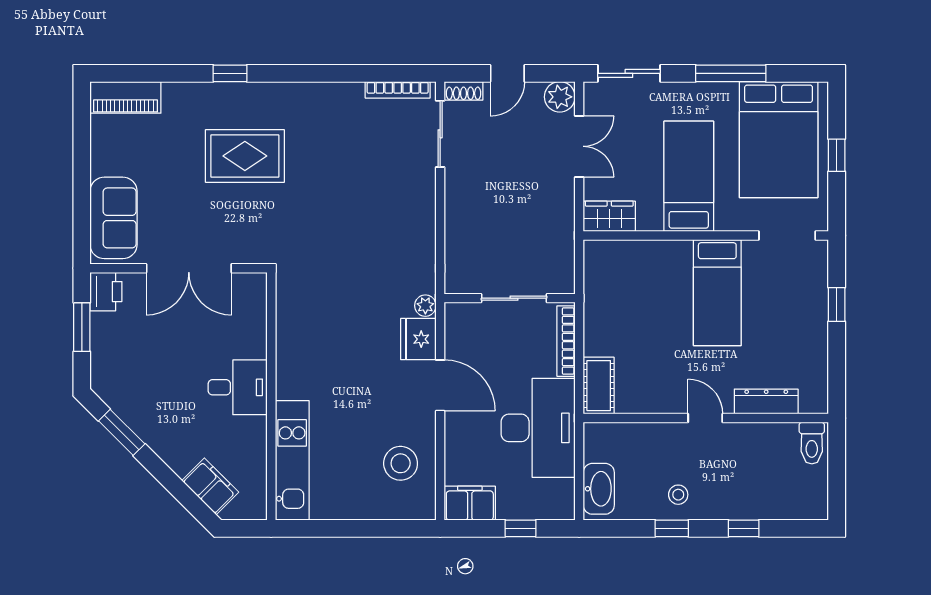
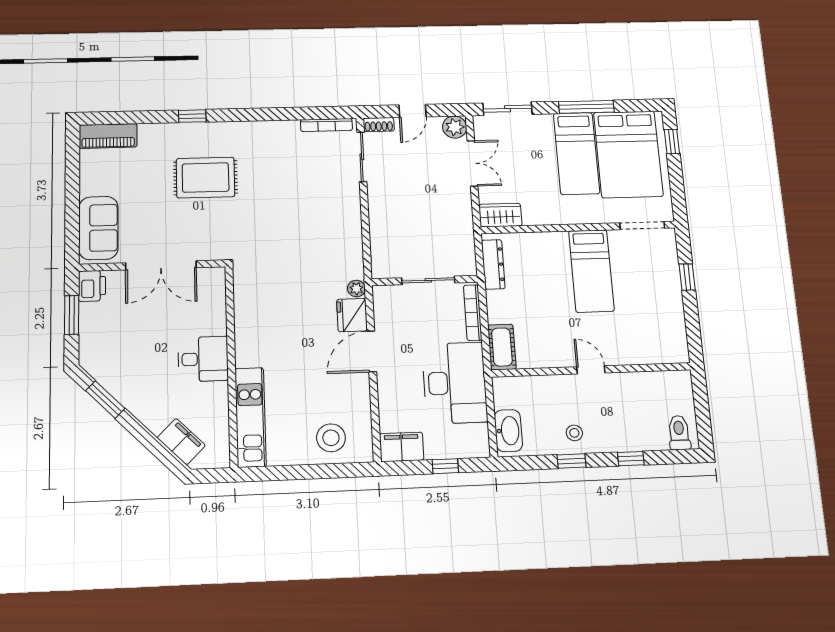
window: (837, 155) -> (672, 142), moved
bed: (689, 176) -> (576, 153), moved, turned 180
door: (440, 385) -> (372, 351), swing flipped
dresser: (766, 401) -> (493, 264), moved, turned 90
toilet: (812, 443) -> (679, 433), moved, turned 180
stool: (401, 463) -> (331, 438), moved

